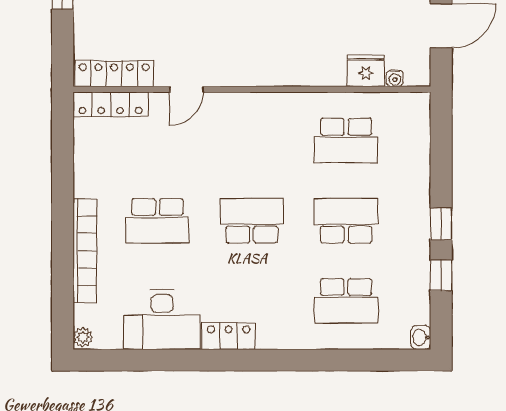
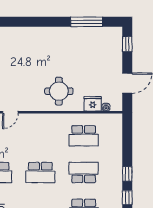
round table: (292, 43) -> (59, 91), added
school desk: (252, 221) -> (40, 173), turned 180

